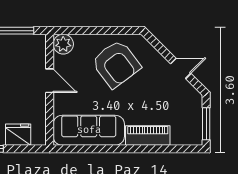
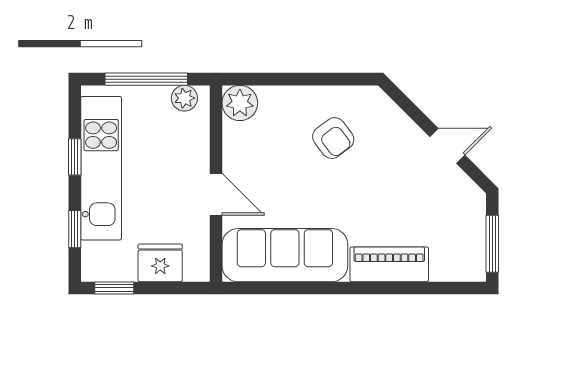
plant: (32, 41) -> (184, 98), added
armchair: (116, 64) -> (333, 138), width x0.53, depth x0.53
door: (50, 81) -> (216, 194), moved

